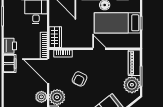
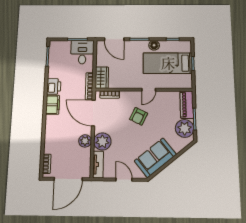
door: (99, 49) -> (149, 90), swing flipped
armchair: (80, 79) -> (139, 116), moved

